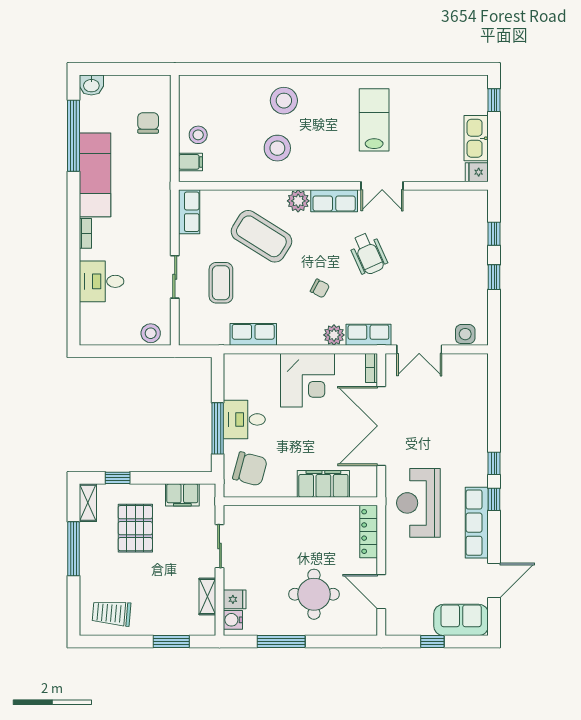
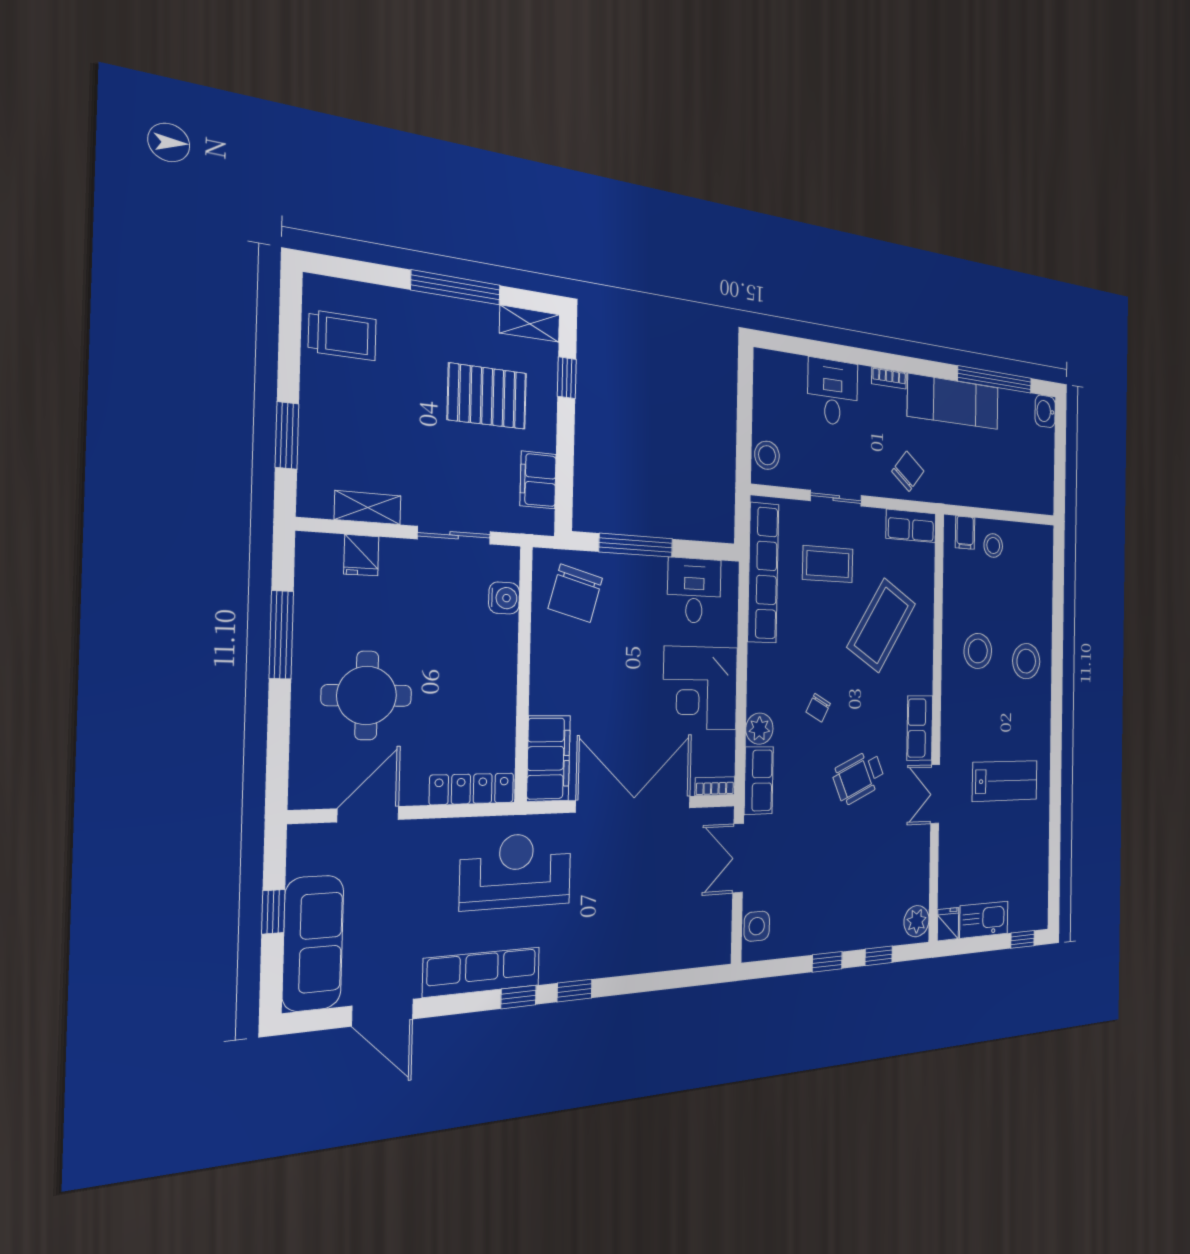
chair: (148, 123) -> (908, 471), moved, turned -51
plant: (298, 201) -> (917, 921), moved
row of seats: (253, 334) -> (763, 573), width x2.02
desk: (244, 419) -> (694, 591), moved
filing cabinet: (323, 484) -> (549, 758), moved
trolley: (111, 613) -> (342, 335), turned 85
water cooler: (233, 620) -> (504, 598), moved, turned 90
sofa: (461, 620) -> (313, 943), width x1.36

